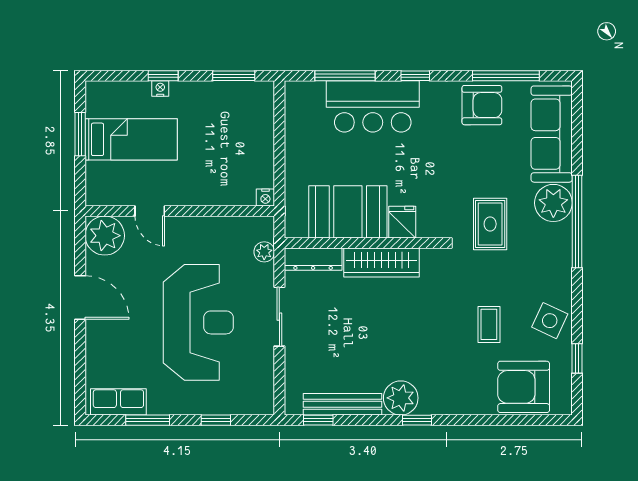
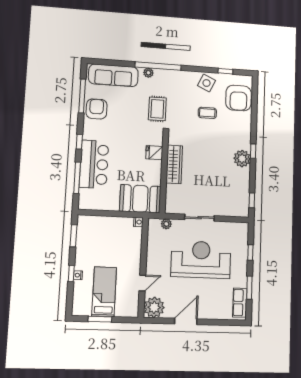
plant: (553, 203) -> (148, 73), width x0.53, depth x0.53
booth: (348, 212) -> (140, 199), moved, turned 90
rug: (490, 224) -> (157, 109), turned 90
dresser: (313, 259) -> (171, 199), removed
bench: (342, 404) -> (244, 188), removed

